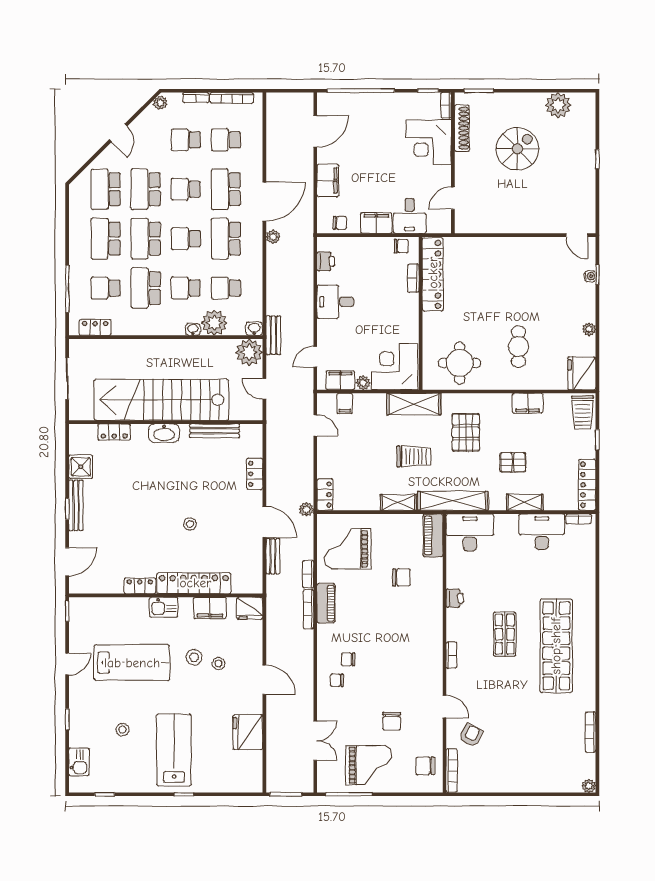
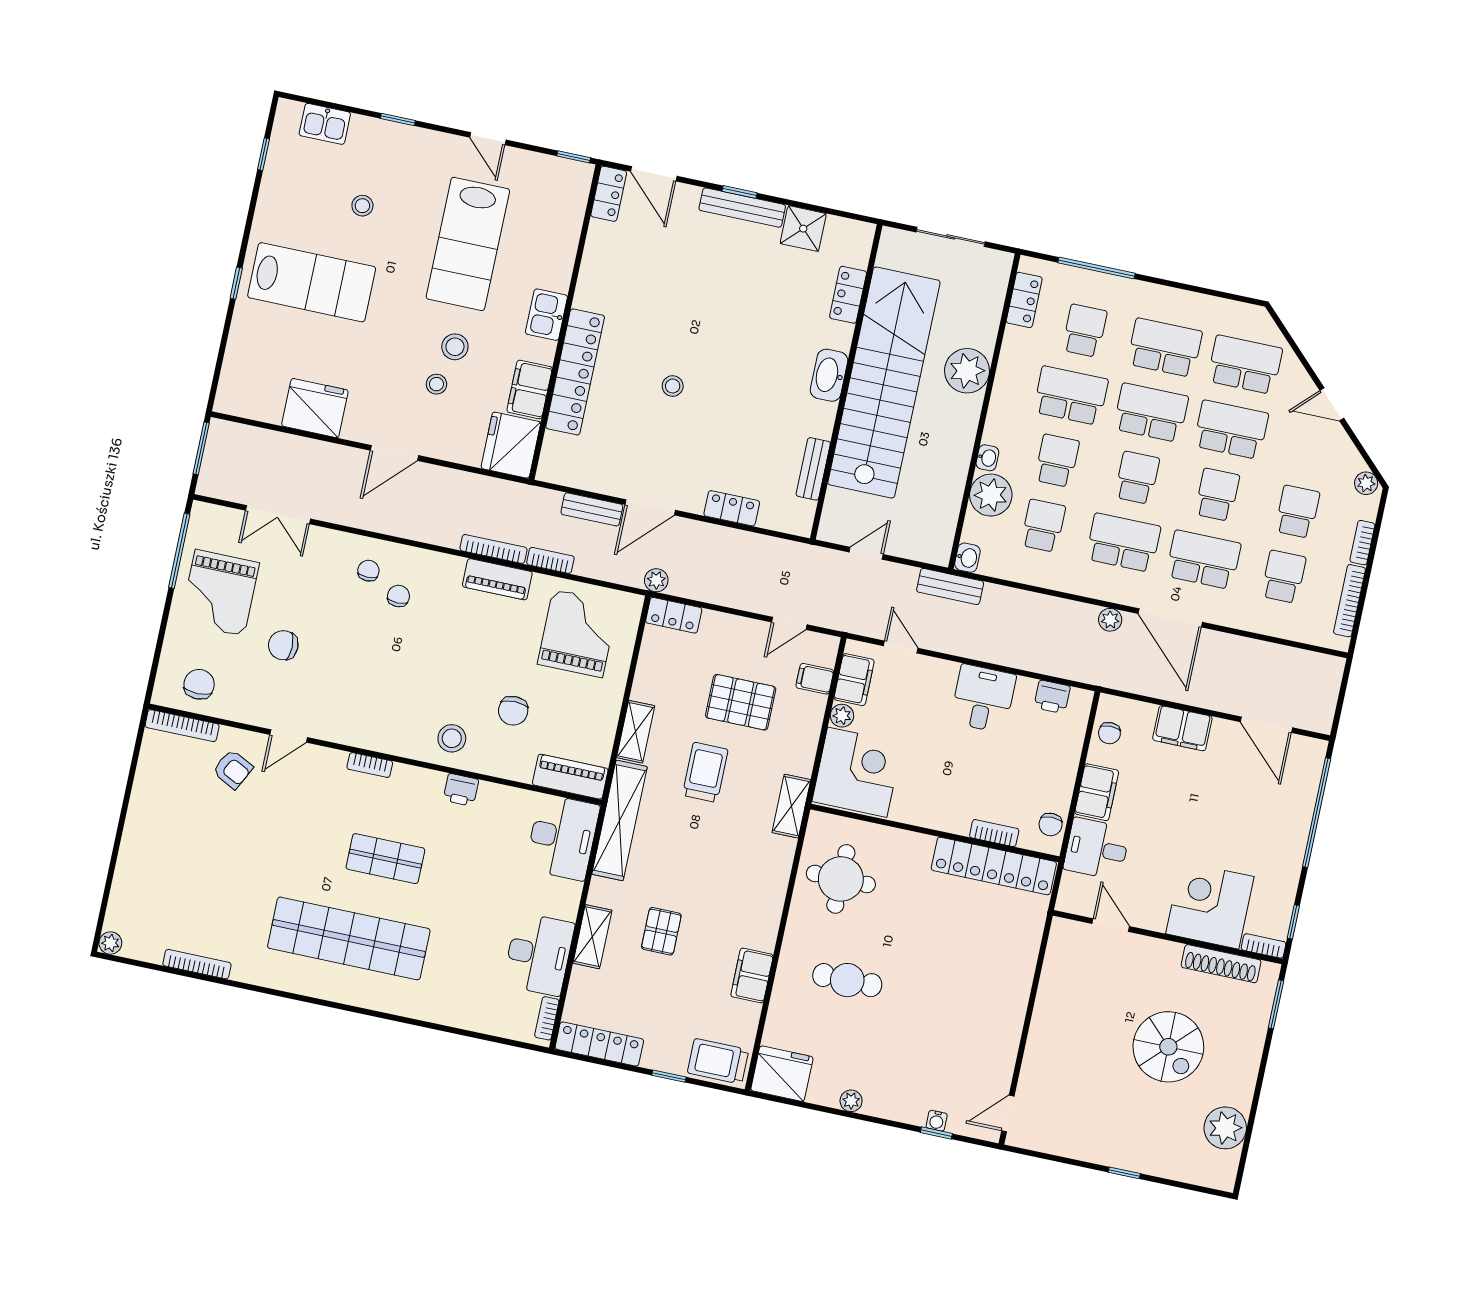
plant: (249, 352) -> (967, 371), moved
shelving: (414, 404) -> (791, 806), width x0.67, depth x0.75
bench: (215, 431) -> (813, 469), width x0.73
pallet: (466, 432) -> (741, 702), moved
trolley: (414, 456) -> (705, 772), turned 180
locker: (140, 586) -> (609, 194), moved
fridge: (250, 608) -> (511, 445), width x1.36, depth x1.34
stool: (425, 610) -> (452, 738), added

